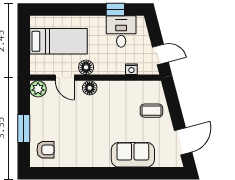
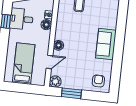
floor lamp: (86, 67) -> (46, 25), moved
window: (24, 128) -> (71, 93), moved
sofa: (133, 155) -> (106, 44), moved

